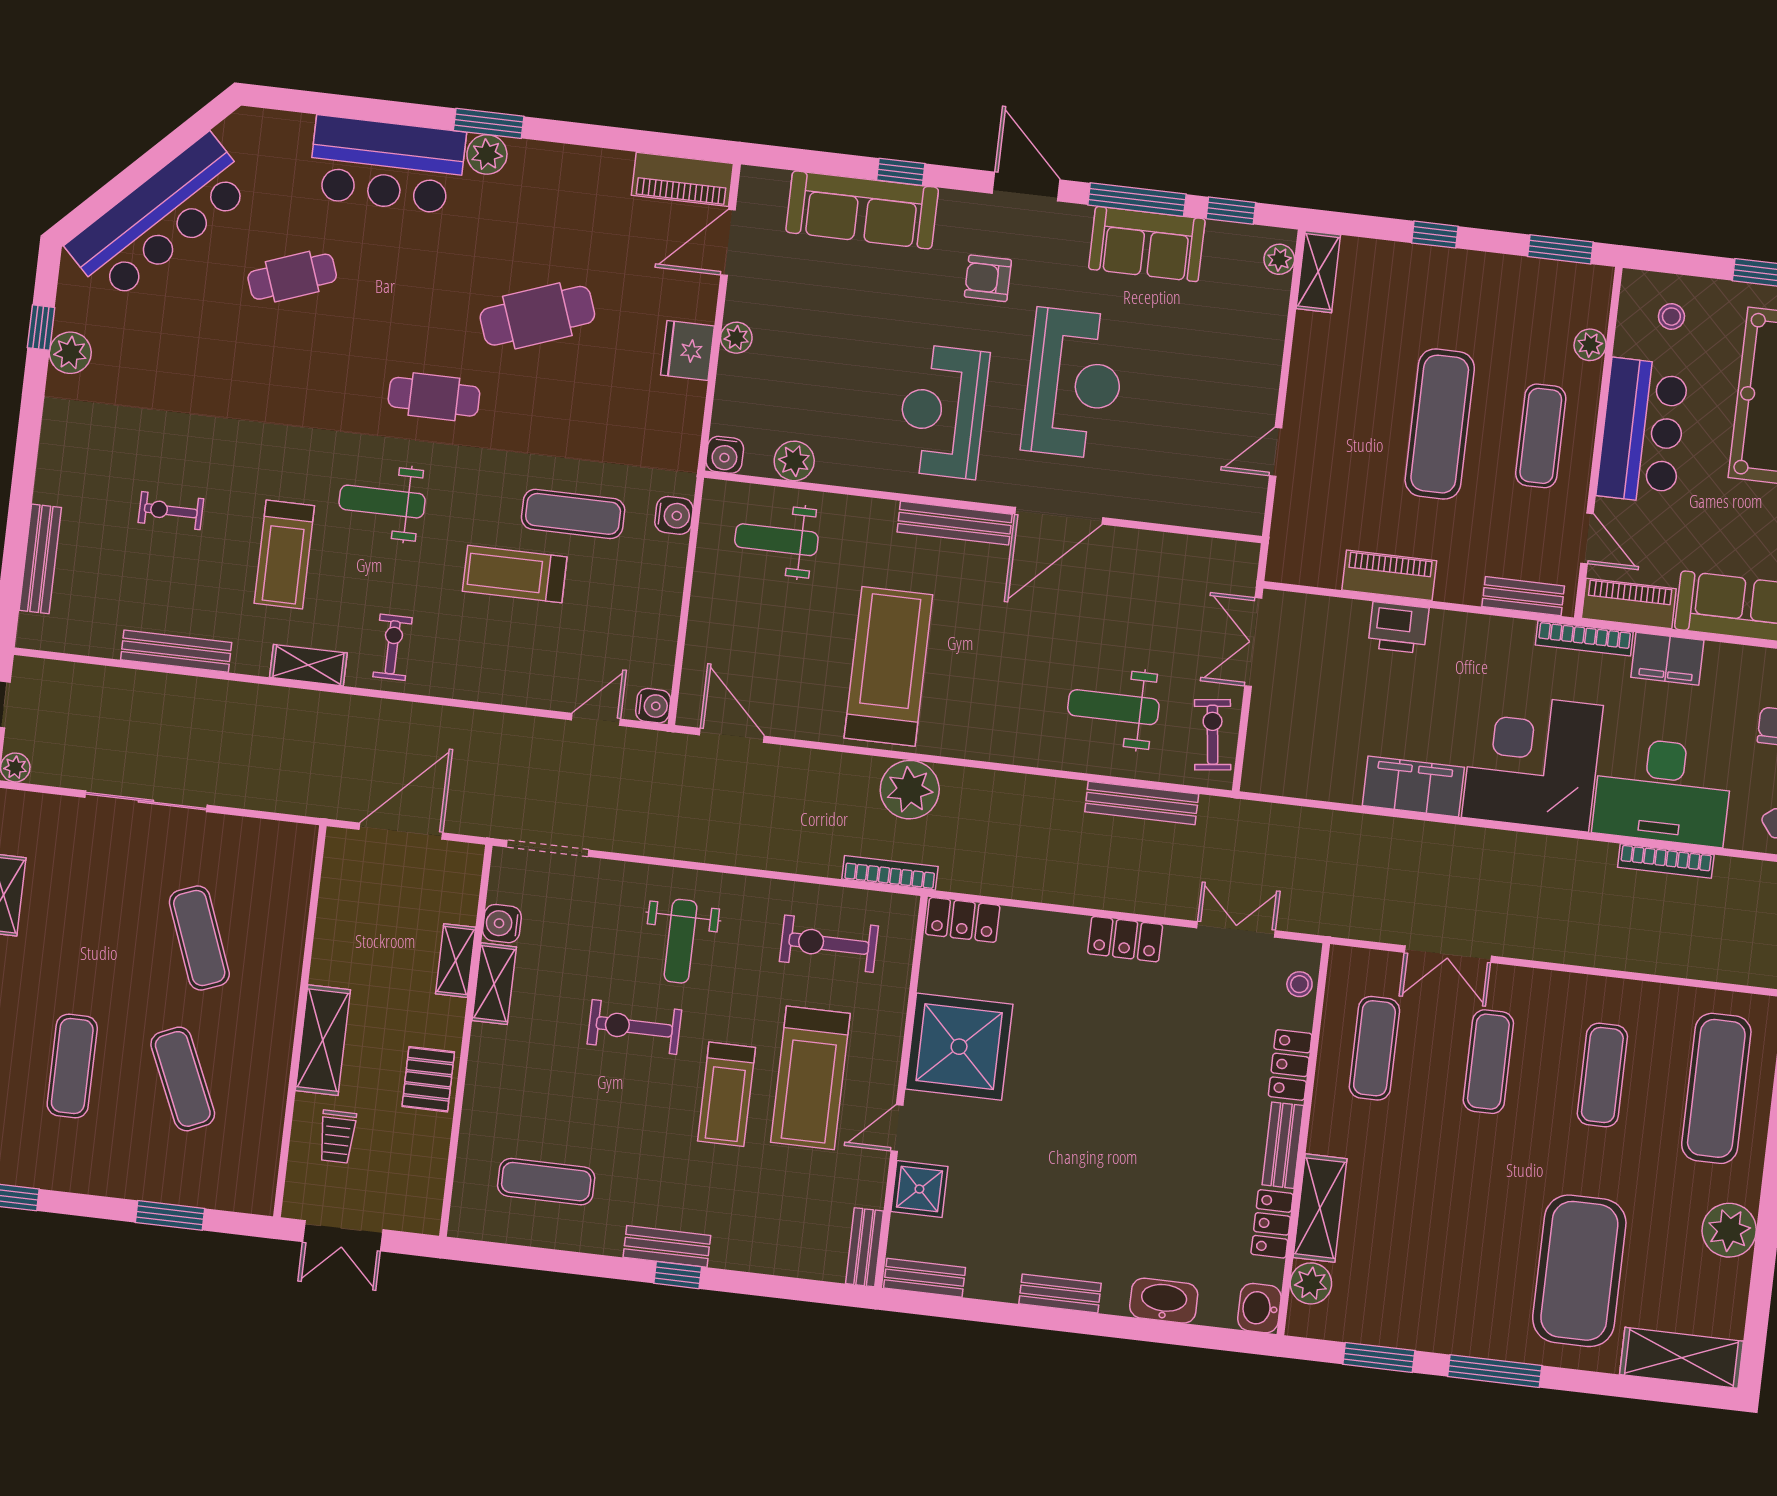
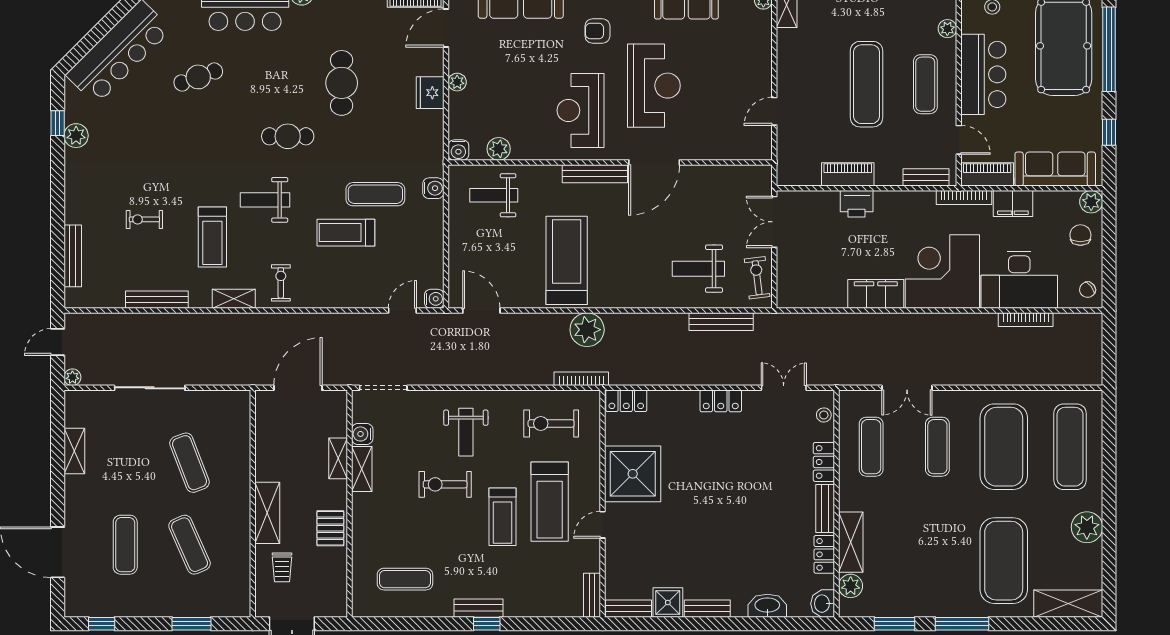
cafe table: (537, 316) -> (342, 83), turned -70
exercise mat: (1602, 1075) -> (1004, 447), width x2.00, depth x1.45
shower: (919, 1189) -> (668, 603), moved

